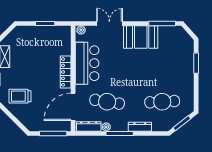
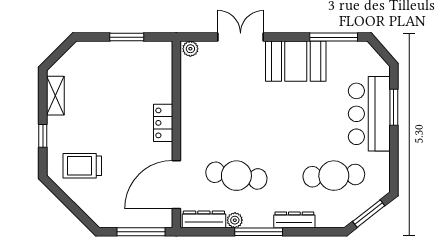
bar counter: (87, 63) -> (369, 114), moved, turned 180
locker: (66, 72) -> (163, 123), width x0.66

